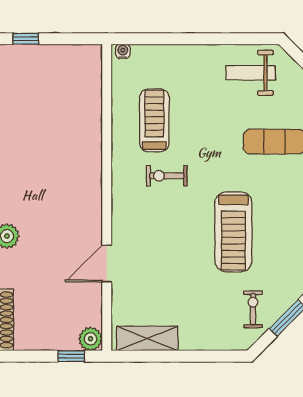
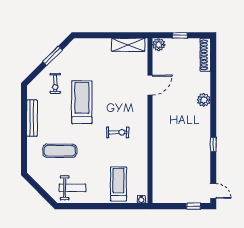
treadmill: (154, 120) -> (118, 184), moved, turned 180
exercise bike: (253, 309) -> (55, 83), moved
window: (71, 356) -> (180, 35), moved

